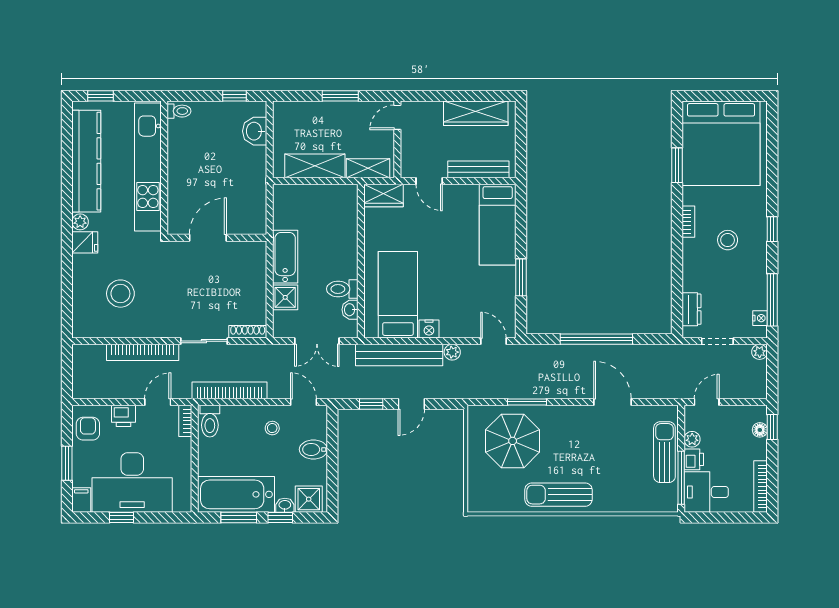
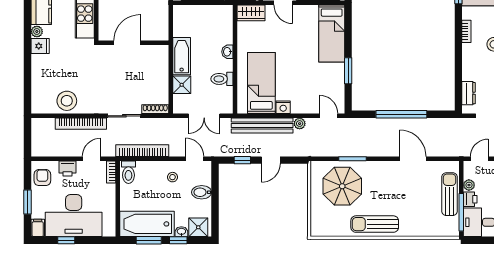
stool: (120, 294) -> (67, 101), moved
washbasin: (350, 310) -> (227, 52), moved

